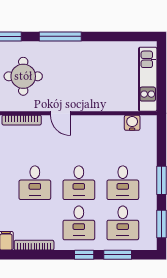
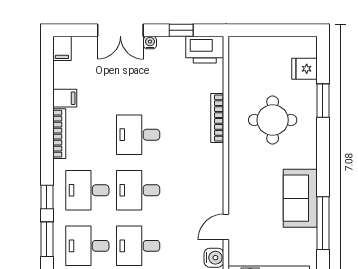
window: (60, 36) -> (323, 223), moved
sofa: (85, 54) -> (300, 198), added
door: (60, 113) -> (226, 227), moved

